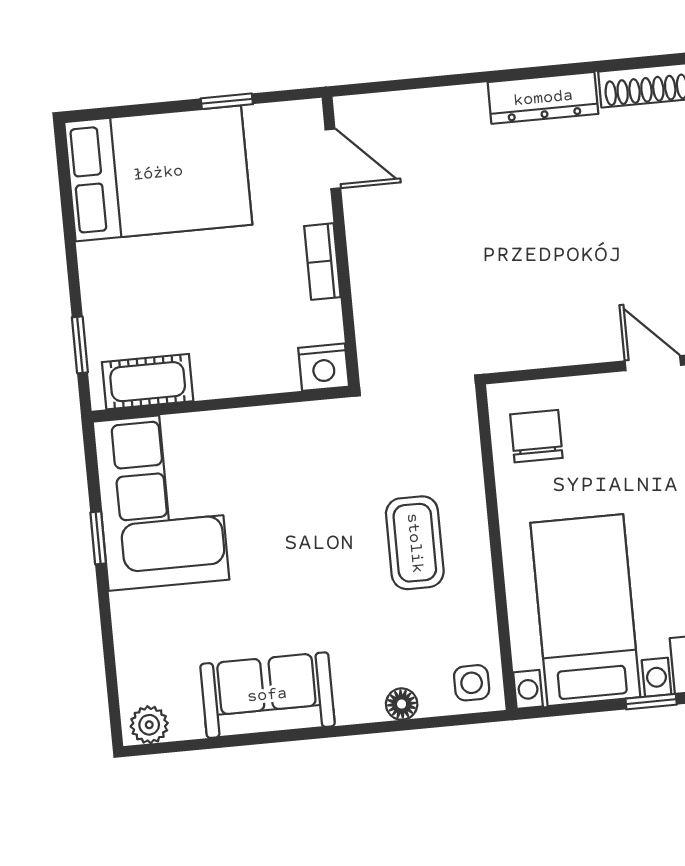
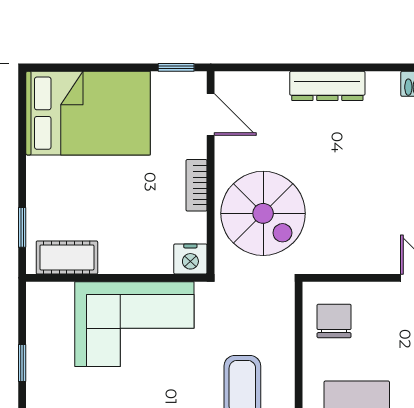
dresser: (543, 98) -> (327, 86), moved
window: (227, 101) -> (176, 67), moved
spiral stairs: (421, 293) -> (263, 213), added
corner sofa: (161, 501) -> (134, 324), moved, turned 90

